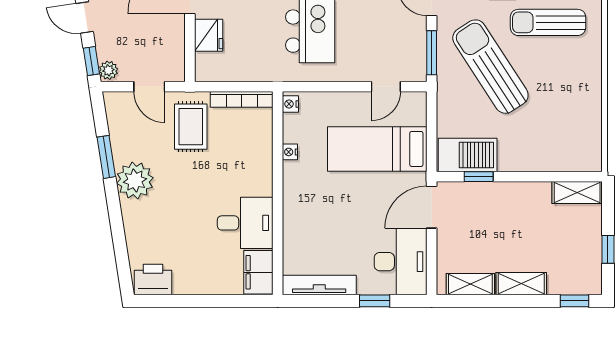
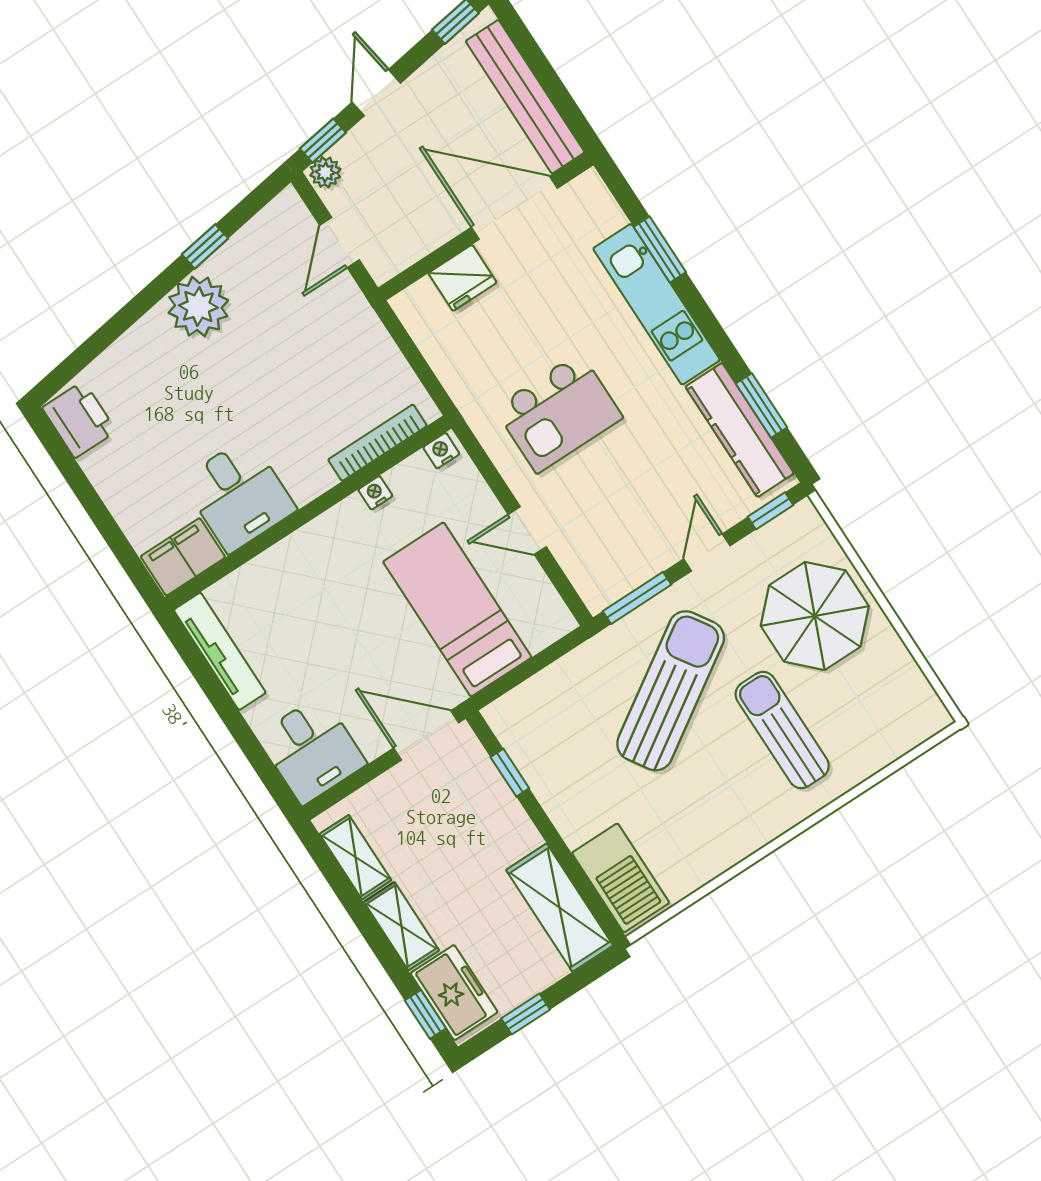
door: (386, 87) -> (527, 531), moved
bookcase: (242, 99) -> (378, 443), moved, turned 90
rug: (191, 127) -> (322, 335), removed
barbecue: (468, 155) -> (621, 878), moved
window: (106, 157) -> (205, 246), width x0.67
shelving: (577, 193) -> (560, 908), width x1.50, depth x1.33
desk: (401, 262) -> (312, 750), width x0.73
freezer: (573, 279) -> (454, 993), added
window: (375, 301) -> (247, 741), removed

